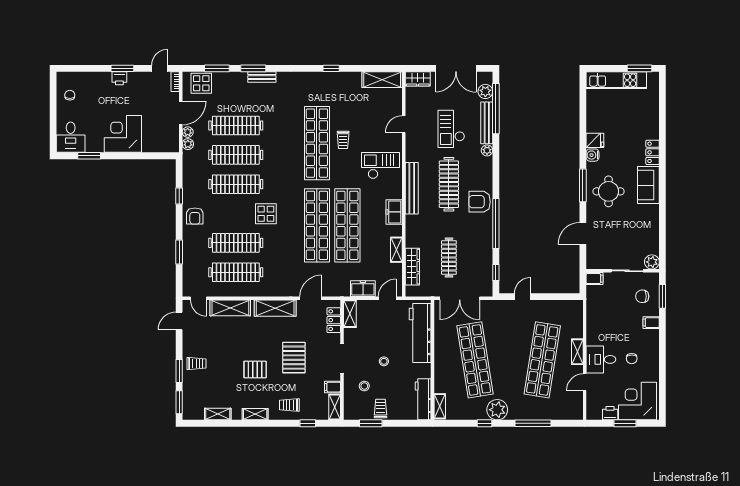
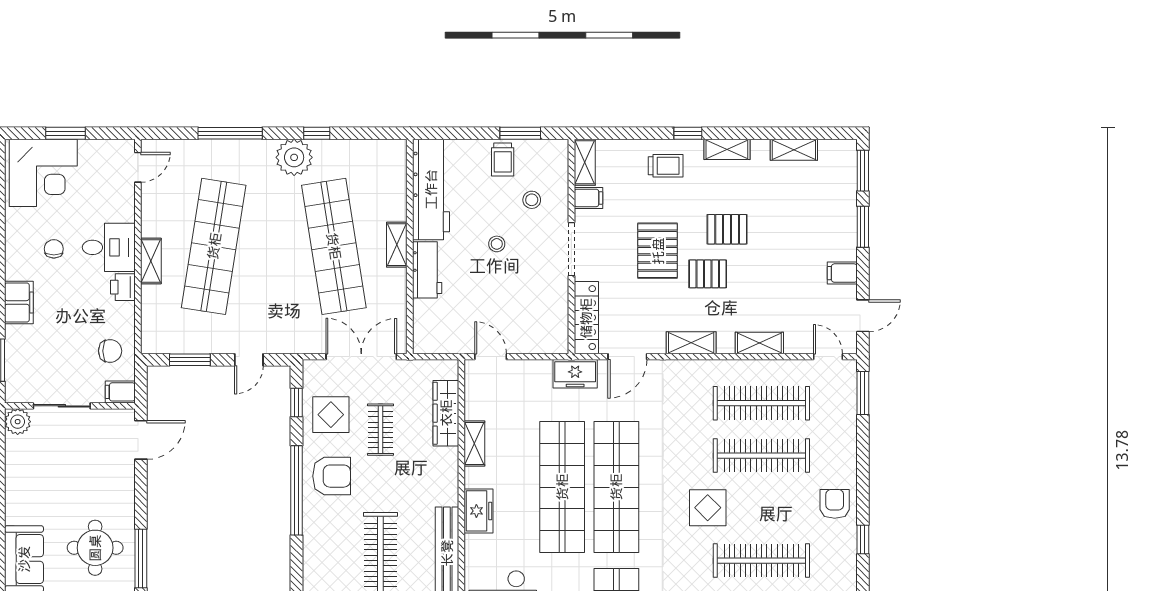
armchair: (480, 202) -> (332, 476), moved
door: (583, 233) -> (141, 440), moved
window: (179, 252) -> (863, 393), moved
clothes rail: (449, 257) -> (380, 430), width x0.73
display table: (477, 266) -> (331, 415), added
freezer: (363, 289) -> (575, 374), moved
chair: (642, 296) -> (110, 351), moved
window: (556, 297) -> (190, 360), added
door: (387, 298) -> (491, 357), swing flipped
shelving: (230, 308) -> (759, 343), width x0.67, depth x0.75
shelving: (275, 308) -> (691, 343), width x0.67, depth x0.75
shelving: (350, 314) -> (558, 329), removed
locker: (334, 320) -> (586, 318), width x1.53
filing cabinet: (651, 323) -> (19, 302), width x2.00
workbench: (420, 333) -> (427, 270), width x0.53, depth x0.76
filing cabinet: (191, 345) -> (842, 273), added
pallet: (266, 345) -> (708, 274), added
trolley: (196, 364) -> (832, 240), removed
door: (585, 382) -> (138, 167), moved
workbench: (423, 399) -> (431, 189), width x1.36, depth x1.32
shelving: (440, 406) -> (397, 245), moved
printer: (610, 413) -> (123, 287), moved, turned 90
window: (308, 423) -> (688, 133), moved

